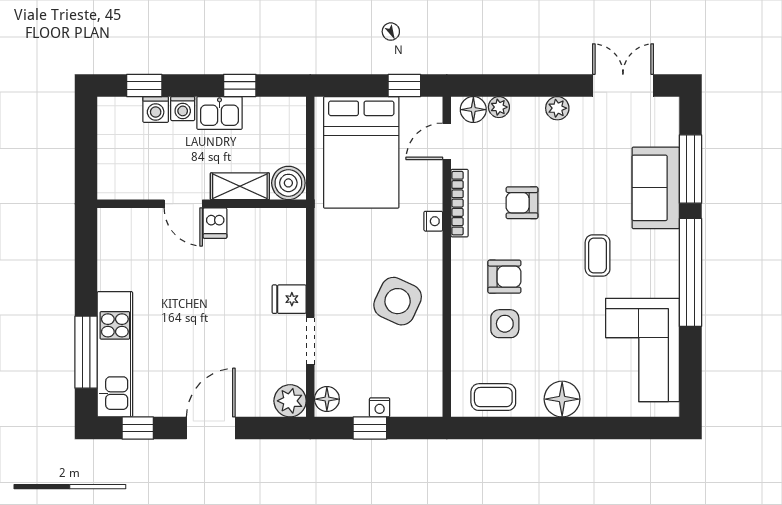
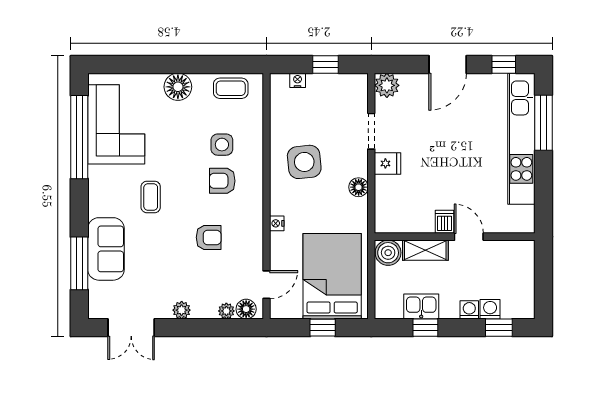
window: (404, 85) -> (323, 328), moved
kitchen sink: (219, 113) -> (421, 306), moved
bookcase: (460, 203) -> (257, 237), removed
window: (690, 272) -> (79, 137), moved
side table: (398, 301) -> (304, 162), turned -31
kitchen unit: (115, 354) -> (521, 139), width x1.36
floor lamp: (327, 399) -> (359, 187), moved
nightstand: (380, 407) -> (298, 80), moved

